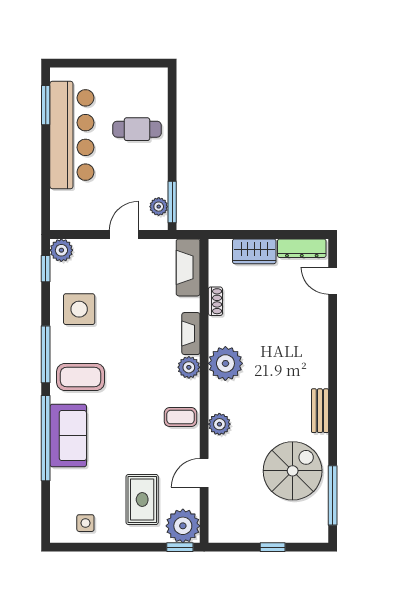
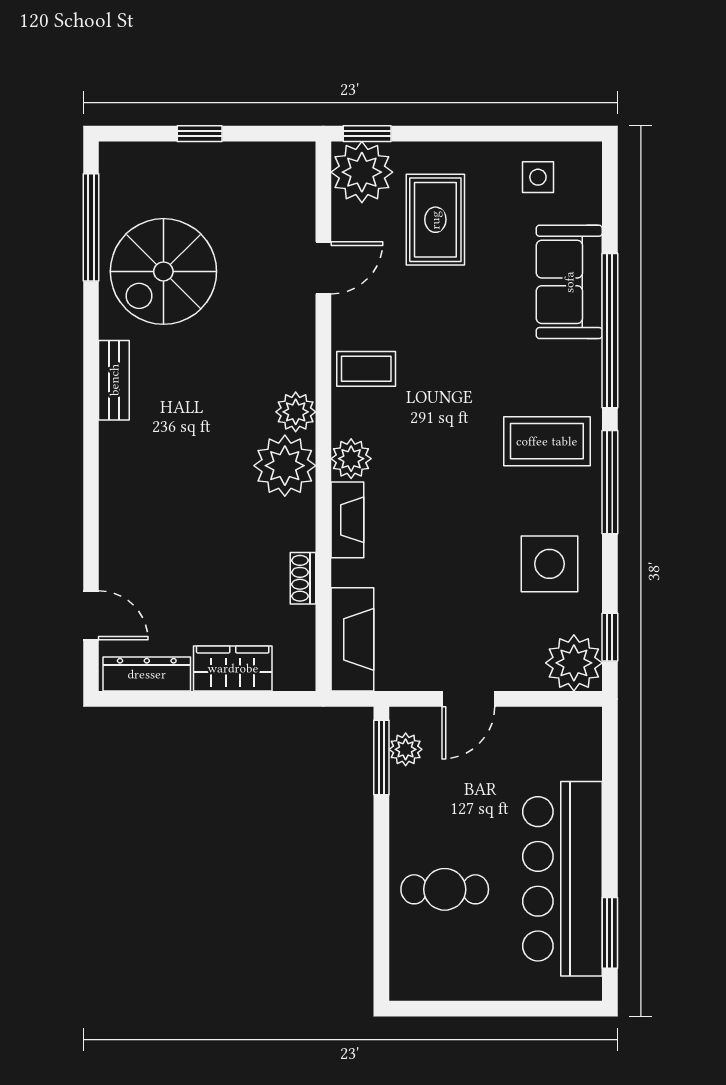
plant: (61, 250) -> (574, 663), width x1.36, depth x1.36
plant: (219, 424) -> (296, 412), moved
sofa: (68, 436) -> (569, 282), moved

